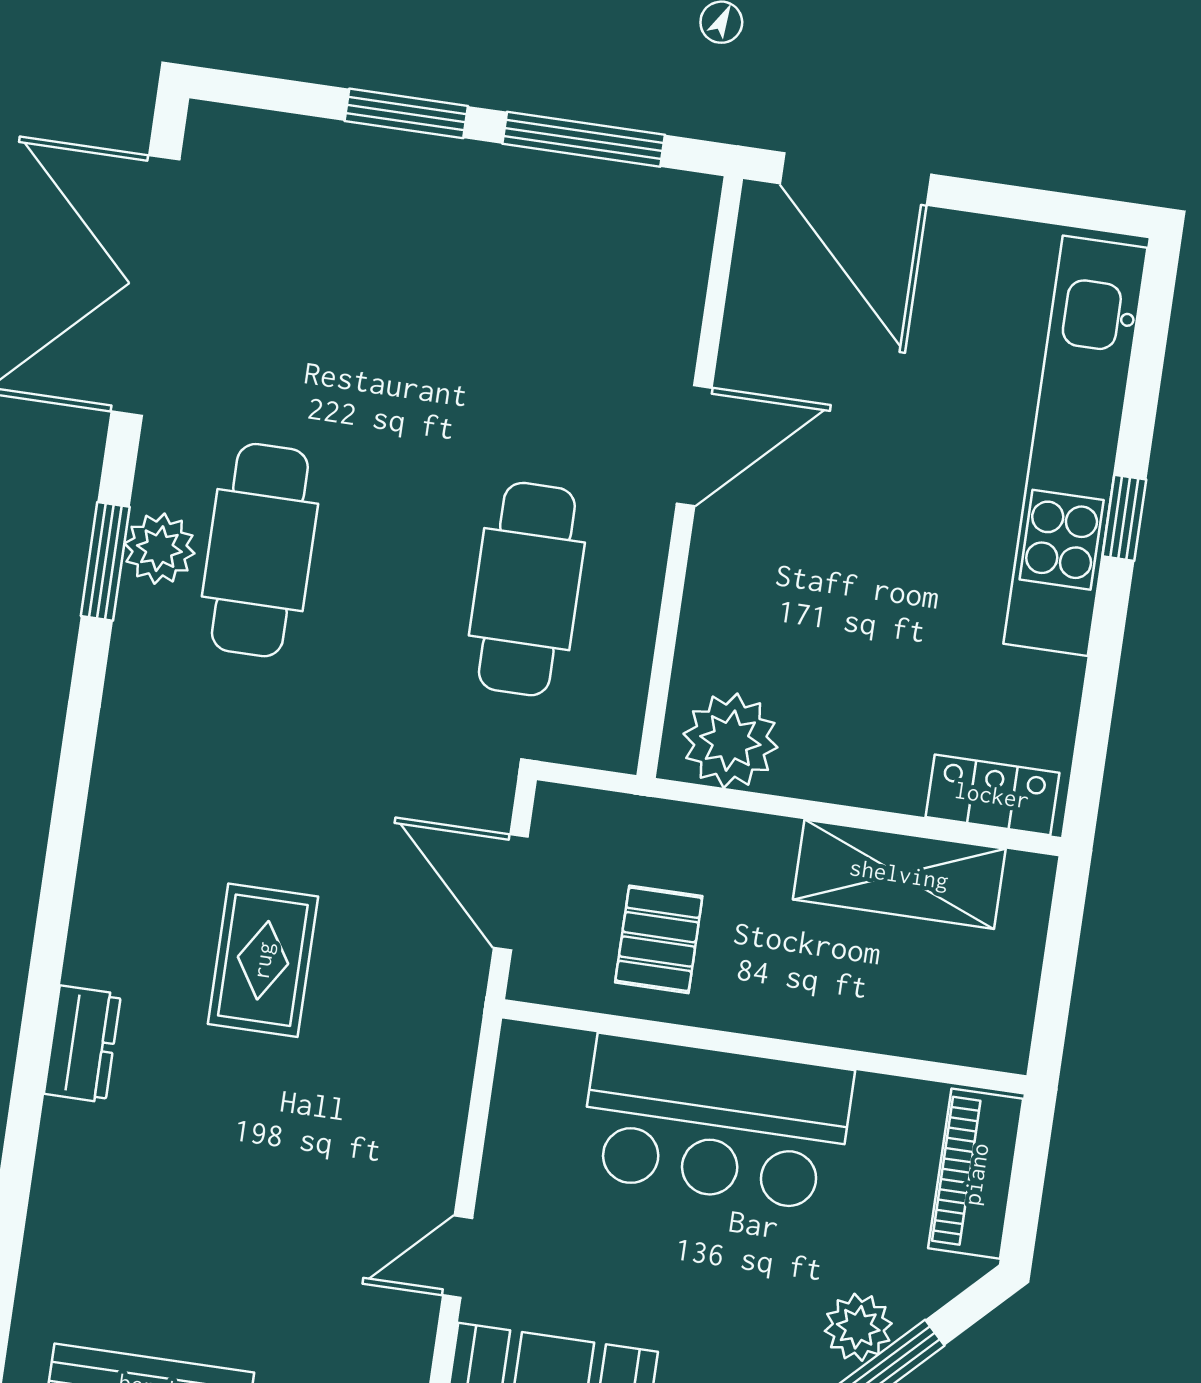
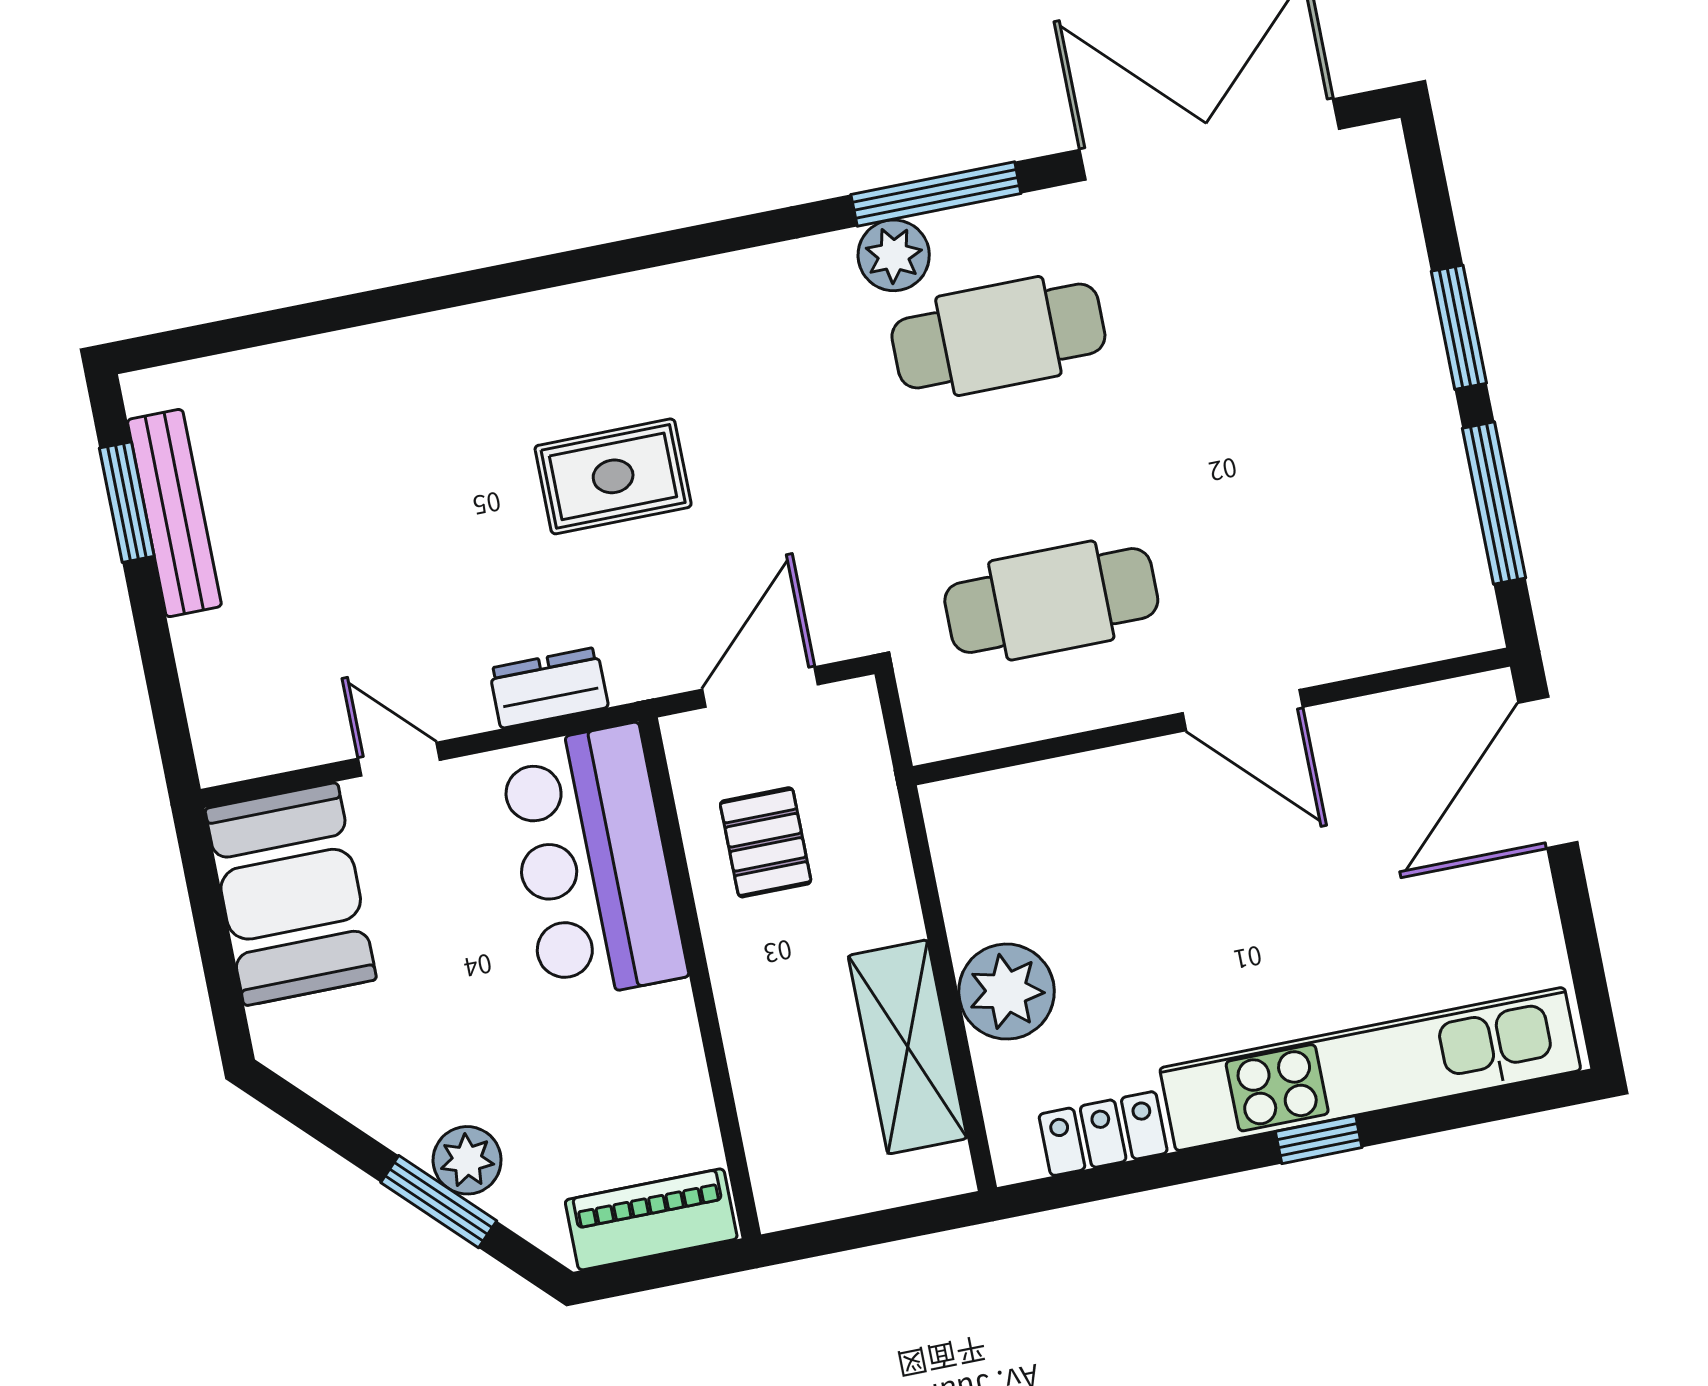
plant: (159, 549) -> (894, 255), moved
window: (105, 561) -> (936, 194), width x1.44
plant: (730, 741) -> (1007, 992), moved
locker: (992, 795) -> (1103, 1134), moved, turned -90
pallet: (659, 939) -> (766, 842), turned 90
dresser: (83, 1044) -> (549, 688), moved, turned 180
bar counter: (716, 1123) -> (593, 863), moved

